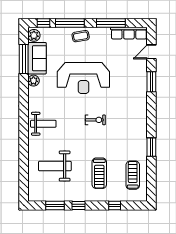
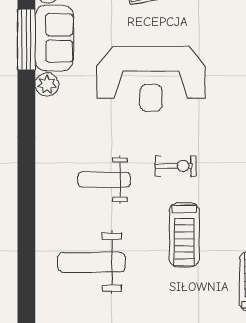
weight bench: (43, 124) -> (104, 180), moved, turned 180
treadmill: (99, 173) -> (184, 235), moved

